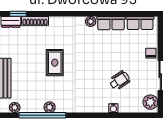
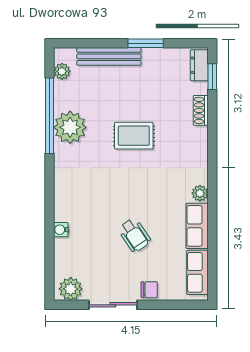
shoe rack: (35, 21) -> (201, 110), width x0.70
wheelchair: (120, 80) -> (134, 235), moved
plant: (50, 107) -> (70, 127), width x1.87, depth x1.87

